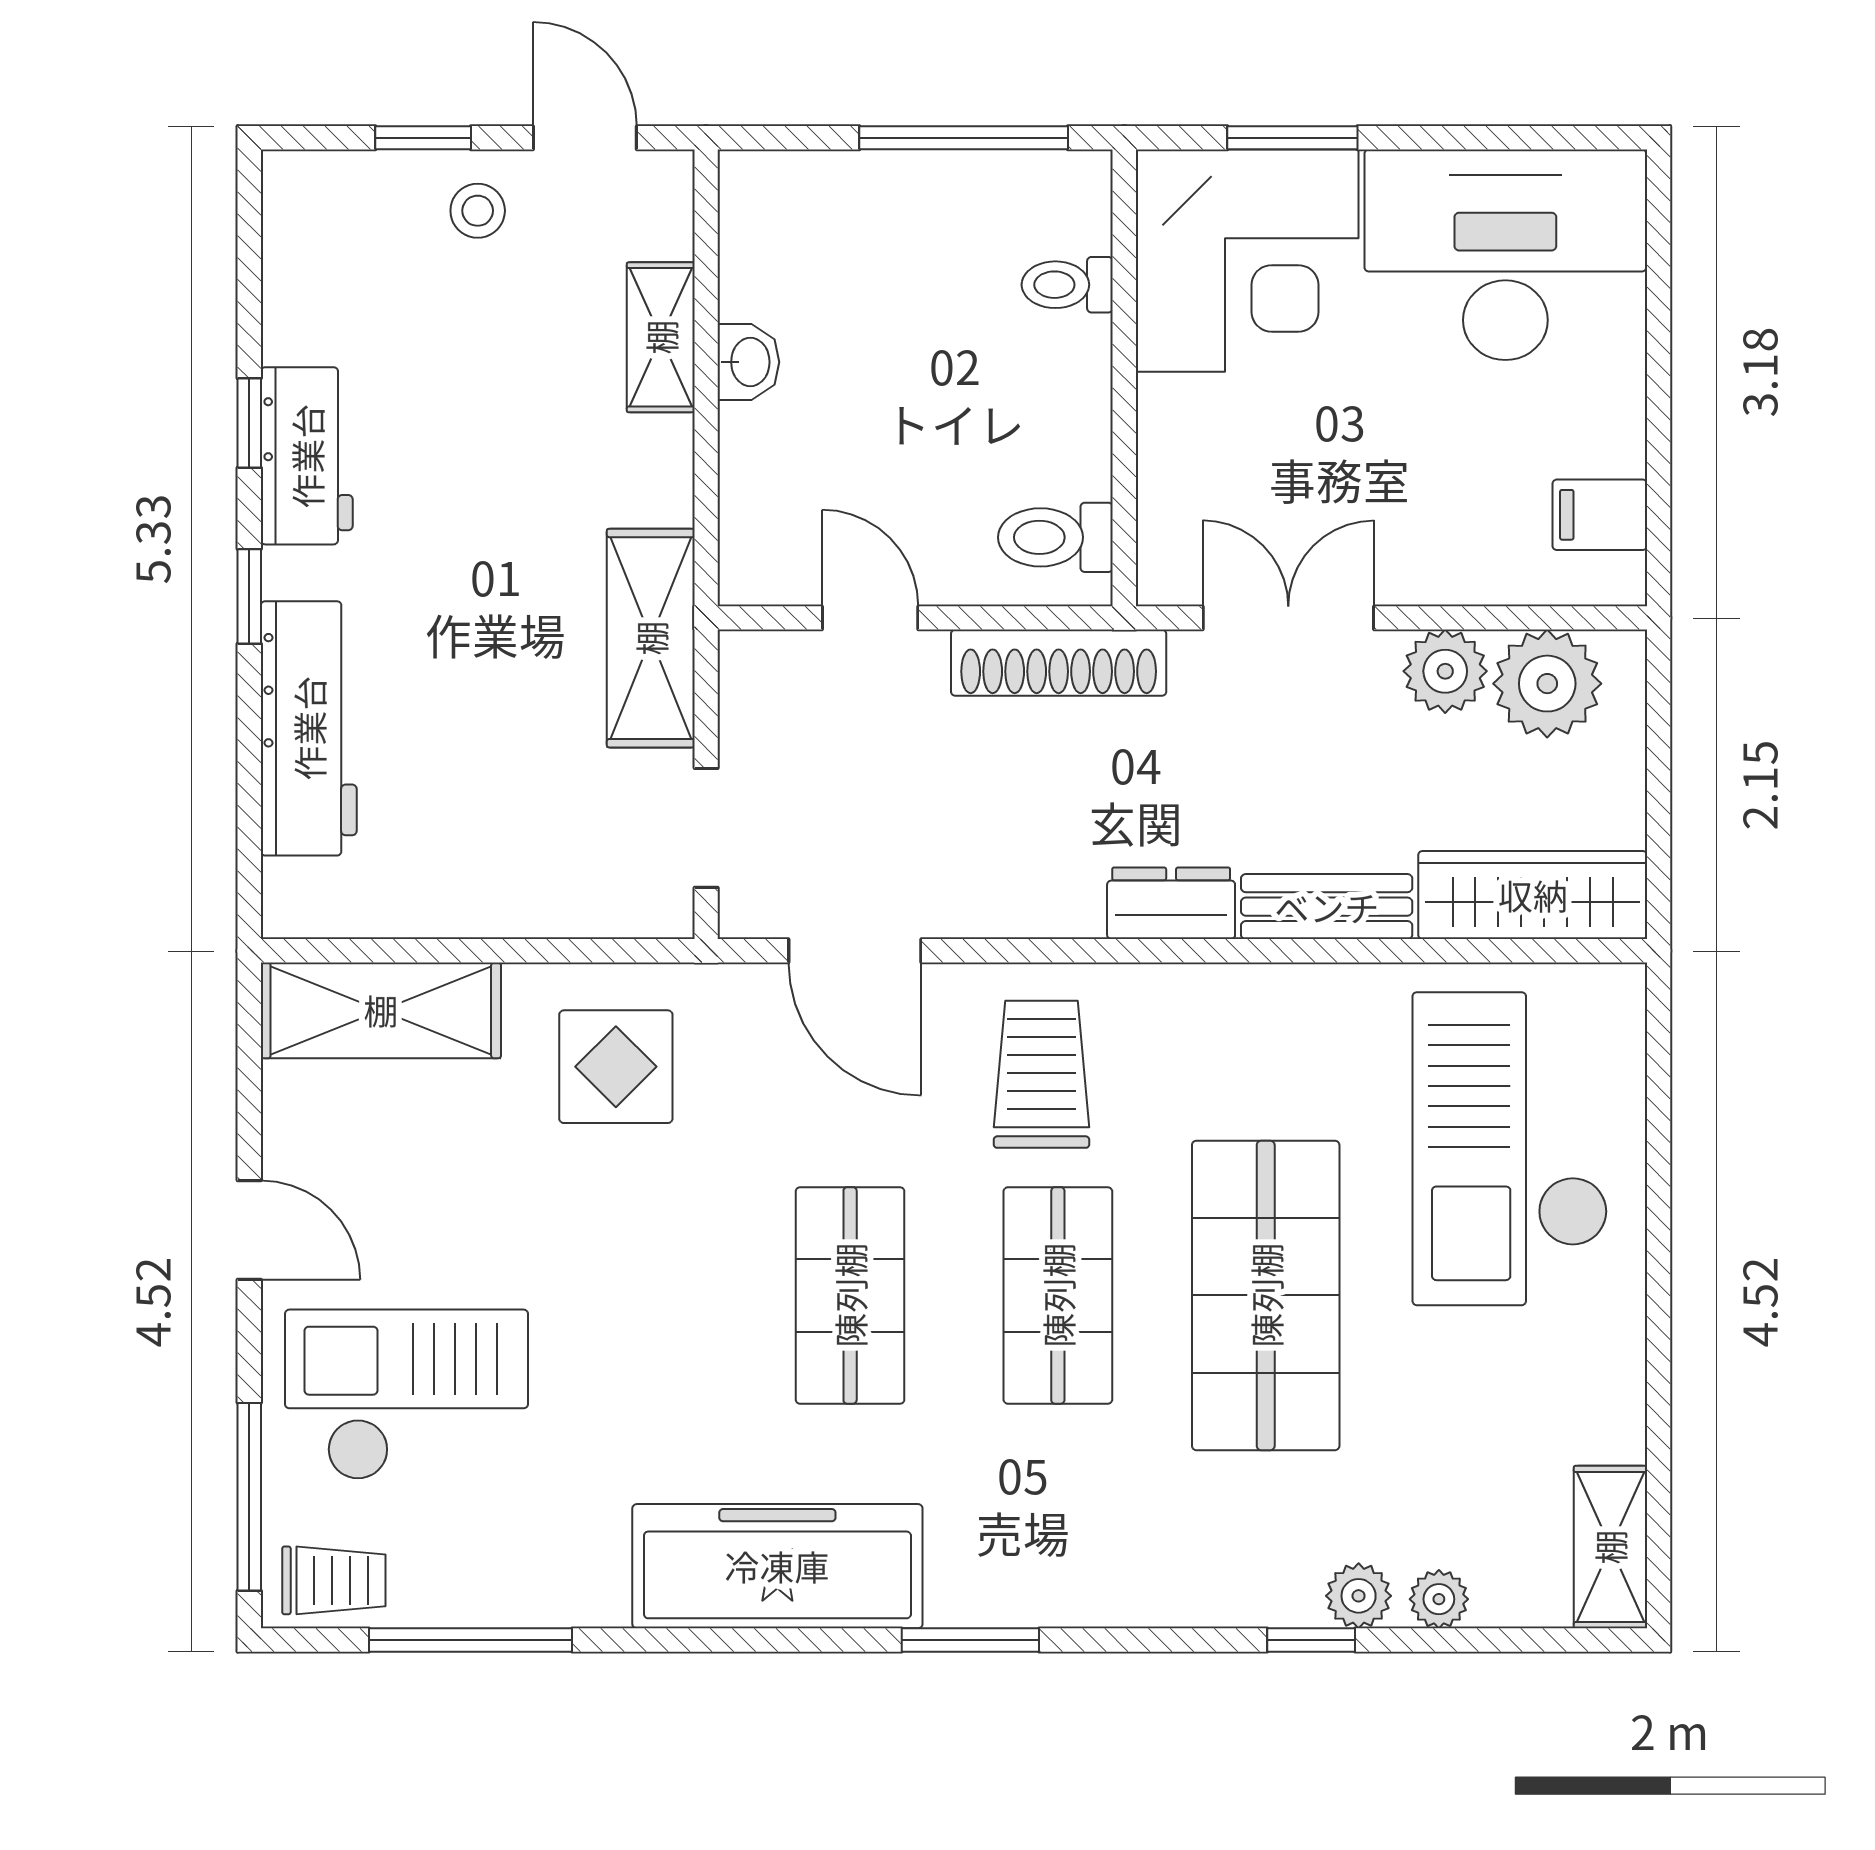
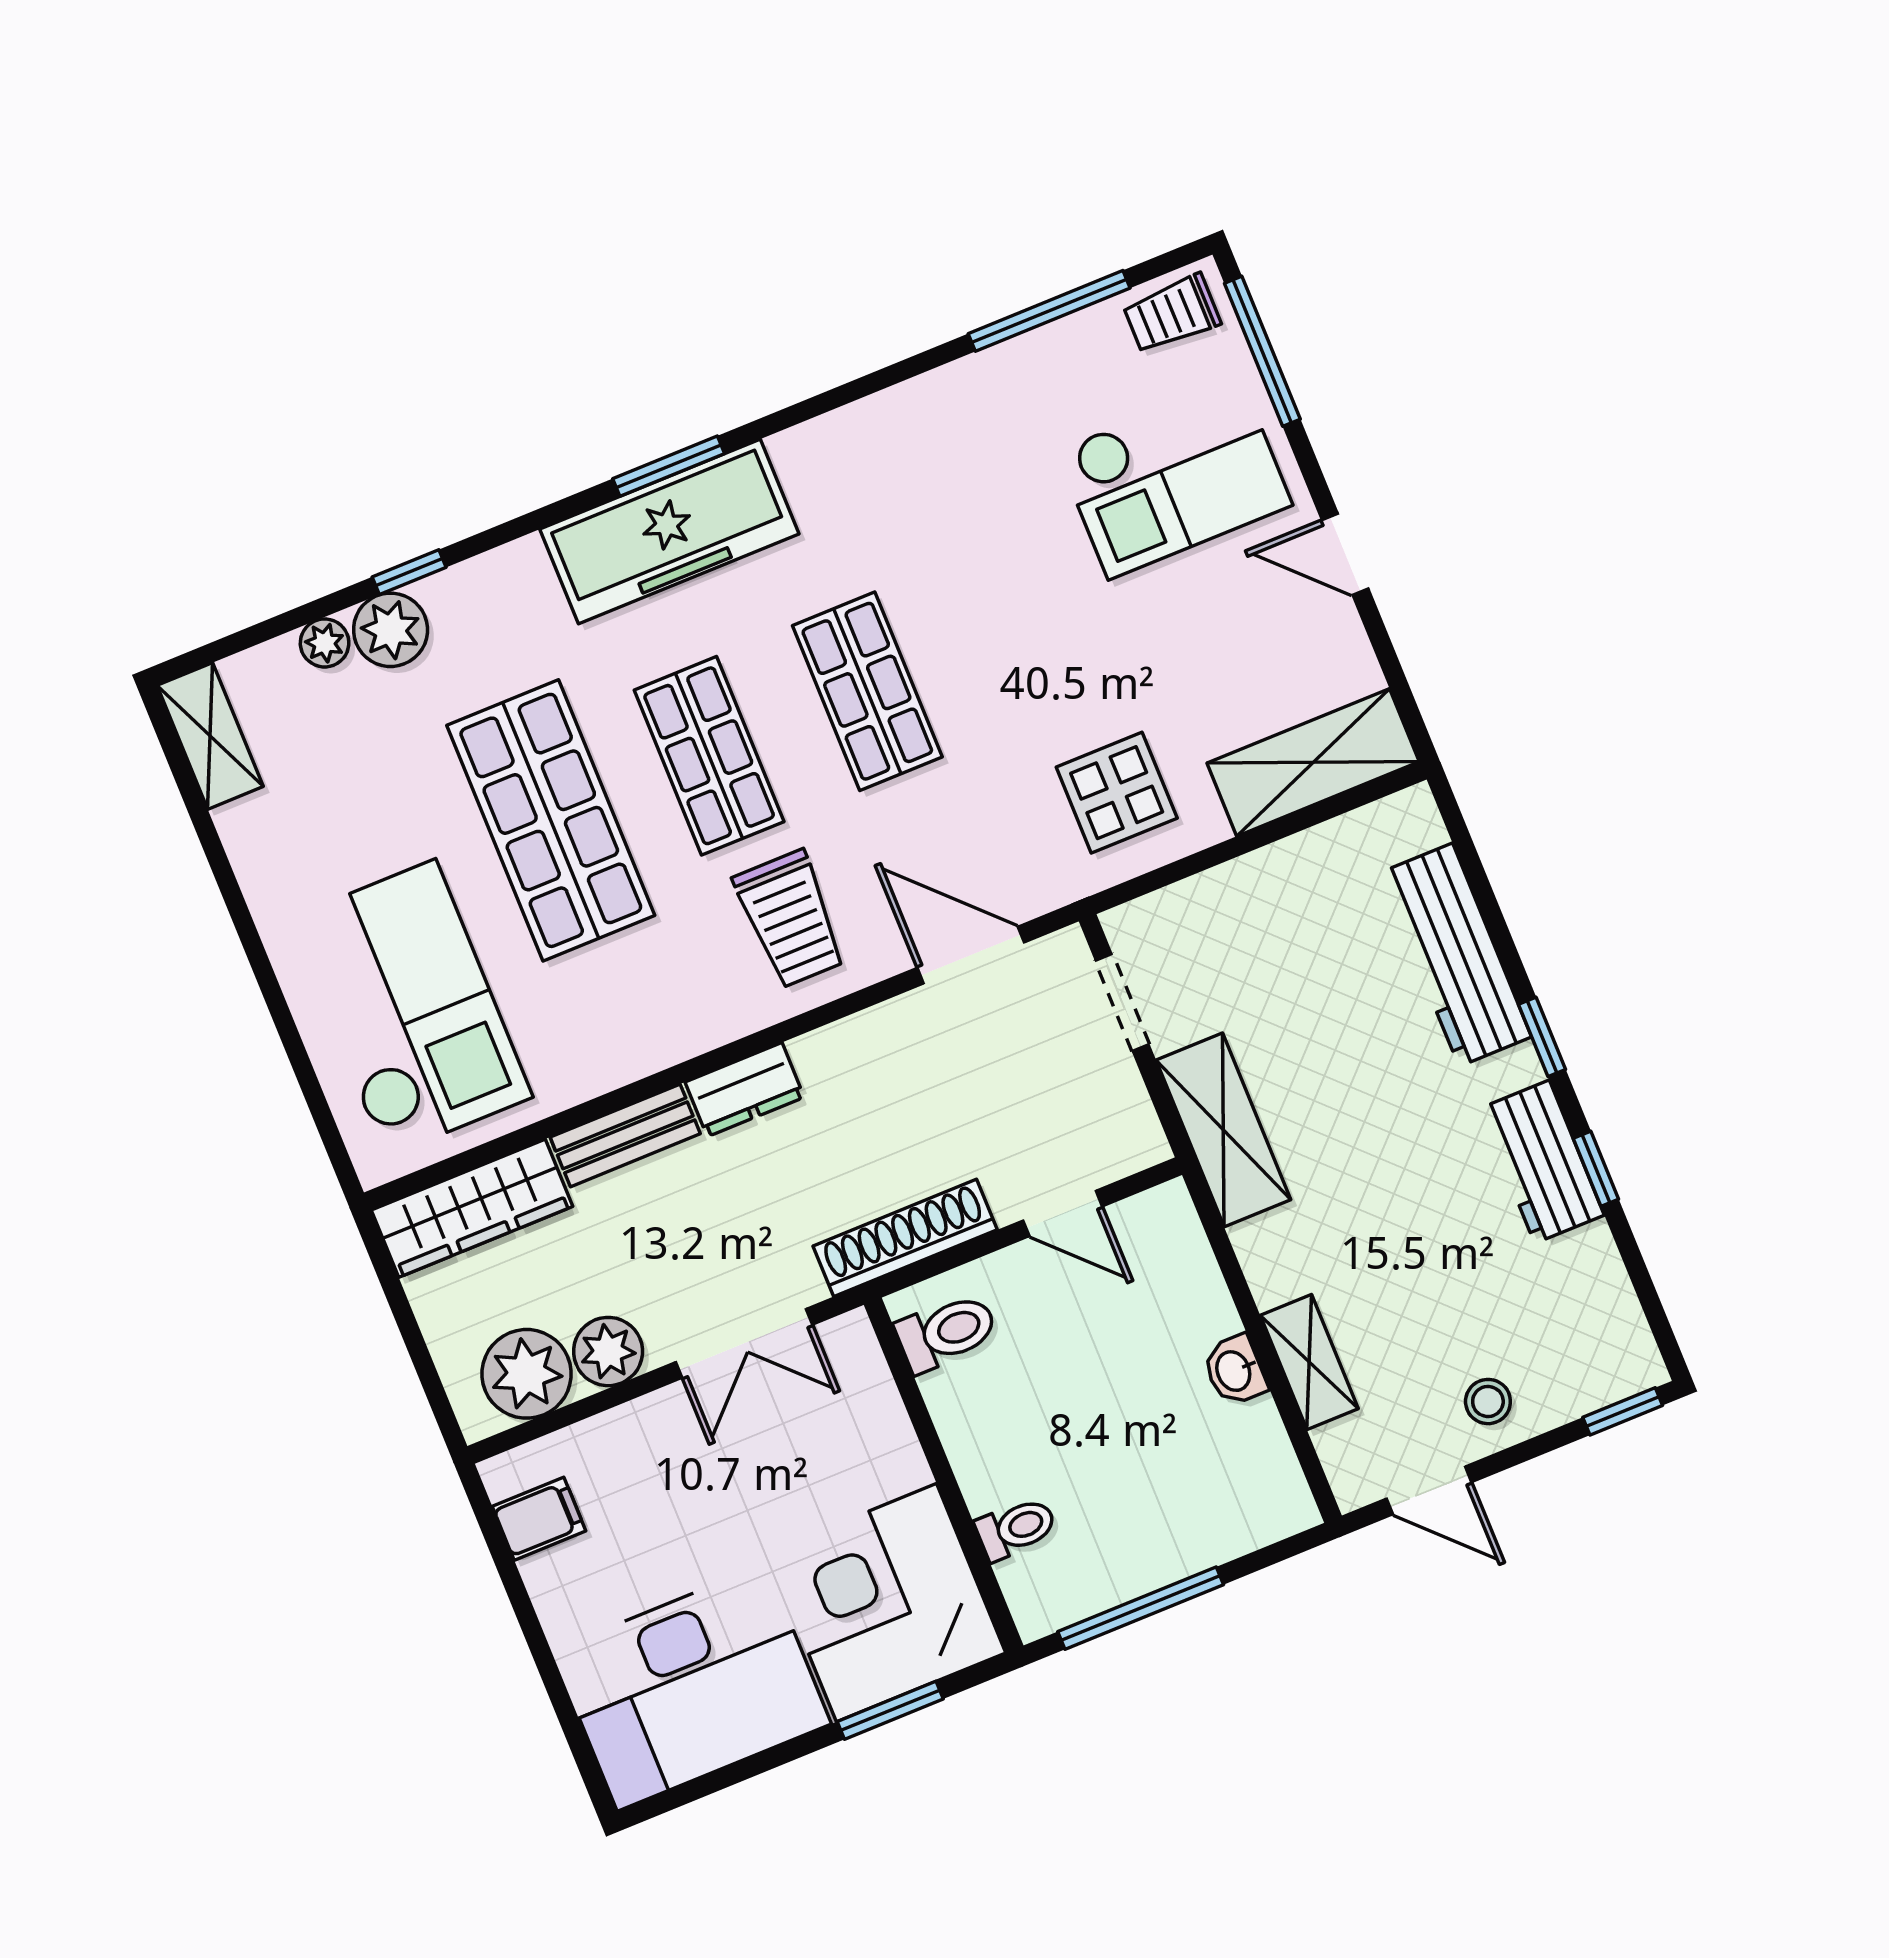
window: (423, 138) -> (1623, 1411), moved
freezer: (777, 1566) -> (669, 532), moved
plant: (1359, 1596) -> (391, 630), width x1.38, depth x1.38

